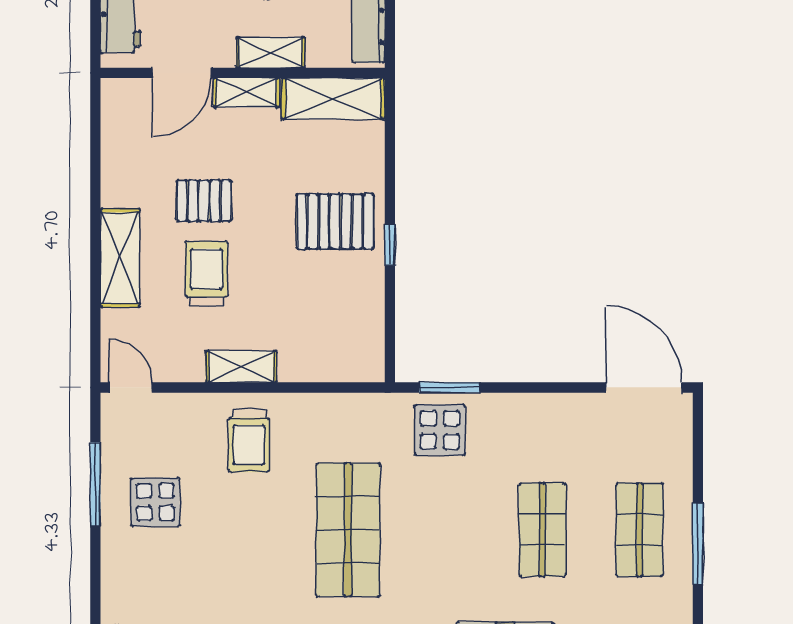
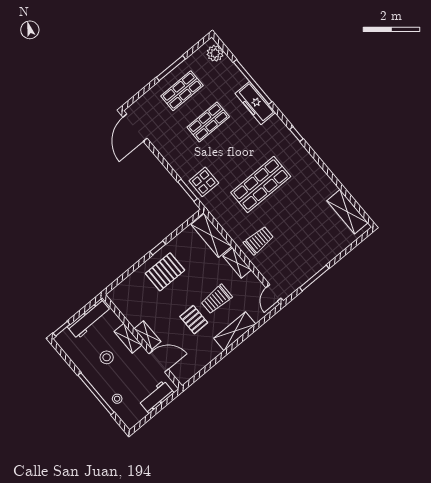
shelving: (333, 99) -> (211, 235), moved
pallet: (335, 221) -> (165, 272), turned 90
display table: (155, 502) -> (304, 254), removed

